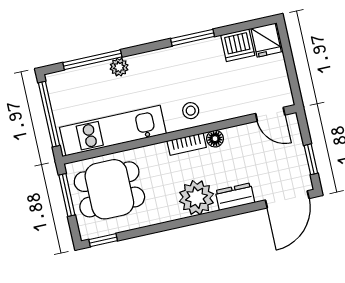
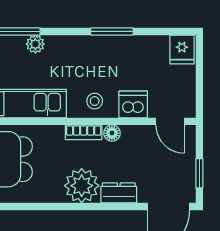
dishwasher: (238, 45) -> (133, 104), moved, turned 180

